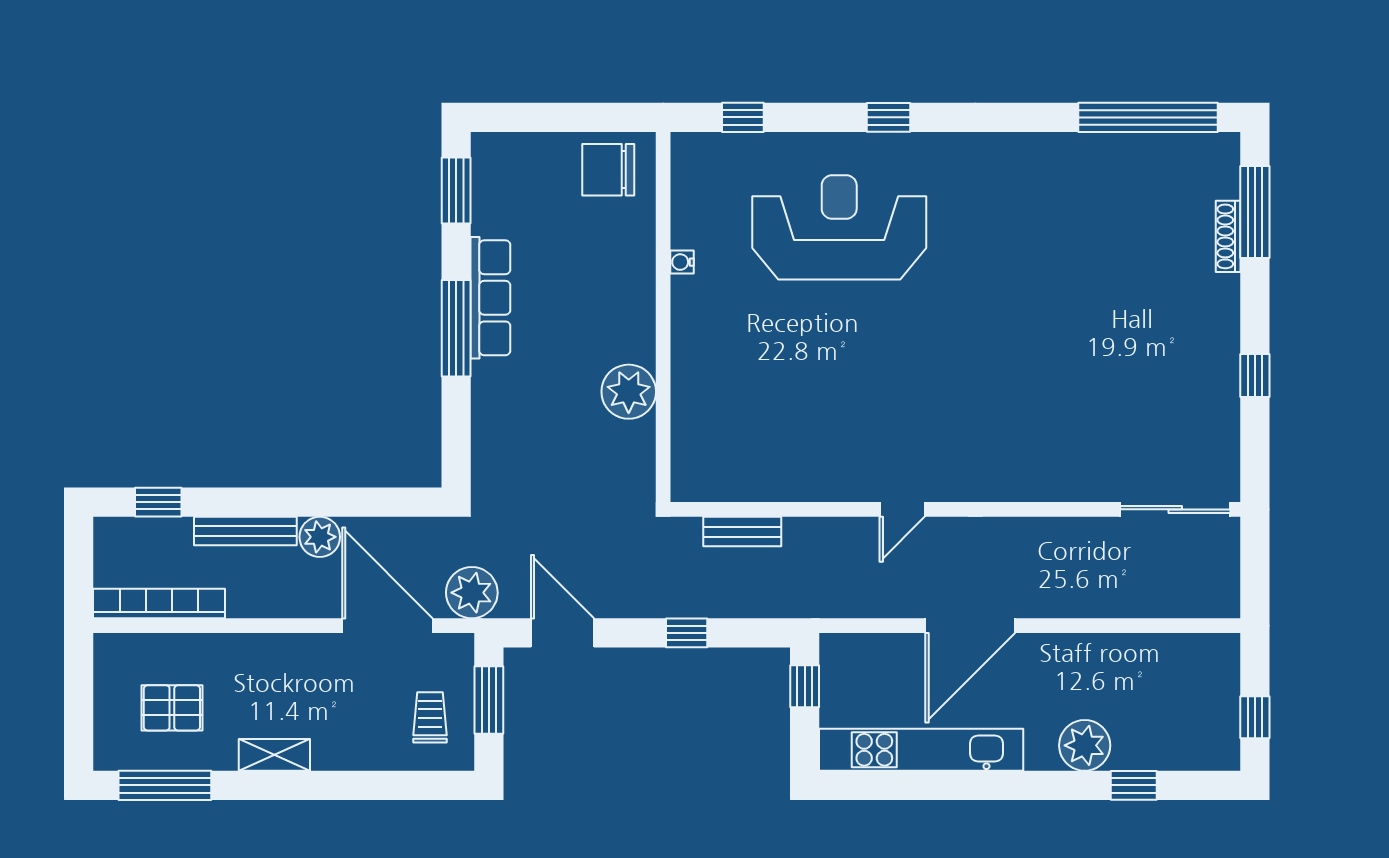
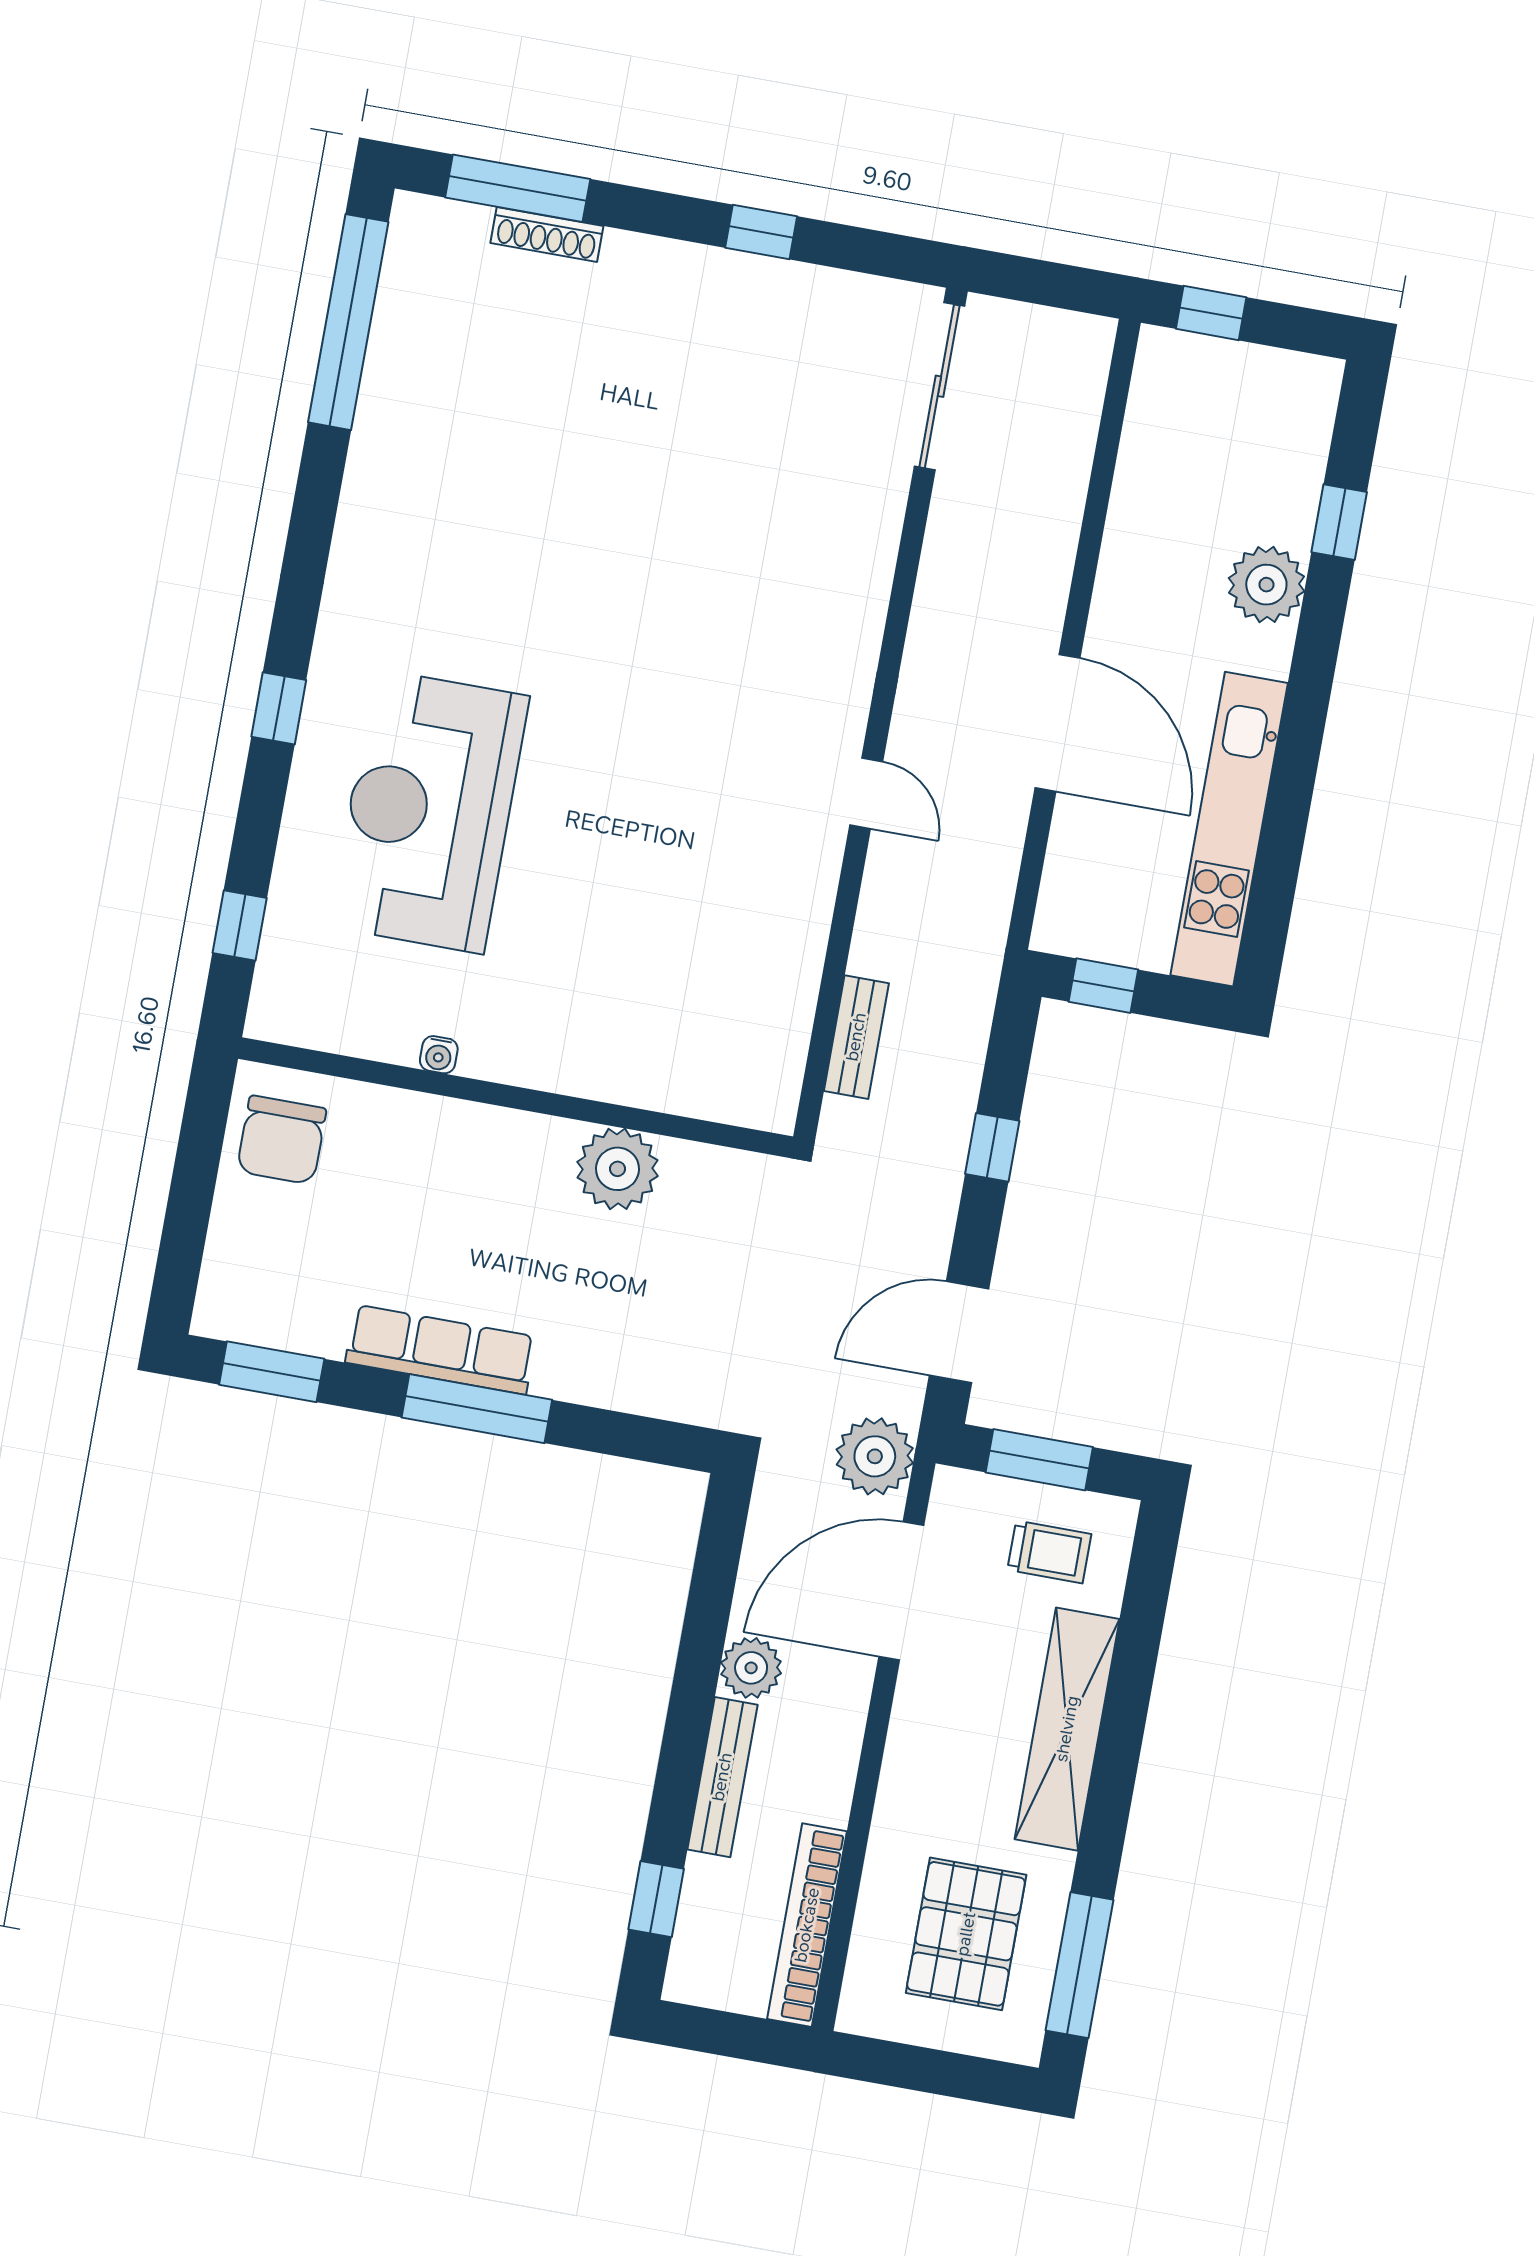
pallet: (172, 708) -> (966, 1934), width x1.50, depth x1.42
trolley: (430, 717) -> (1049, 1552), turned 180
window: (1255, 717) -> (1211, 313), moved
shelving: (274, 755) -> (1067, 1729), width x2.20, depth x1.33

